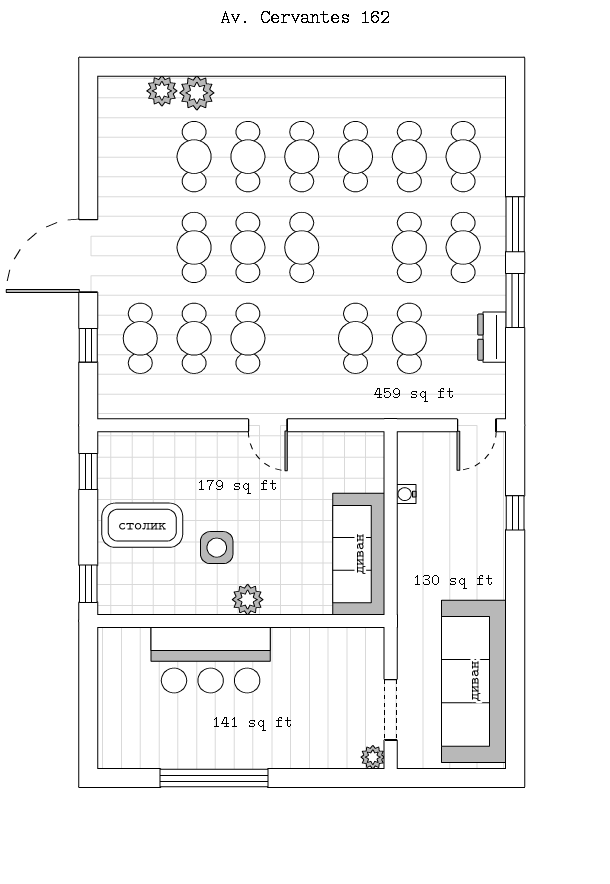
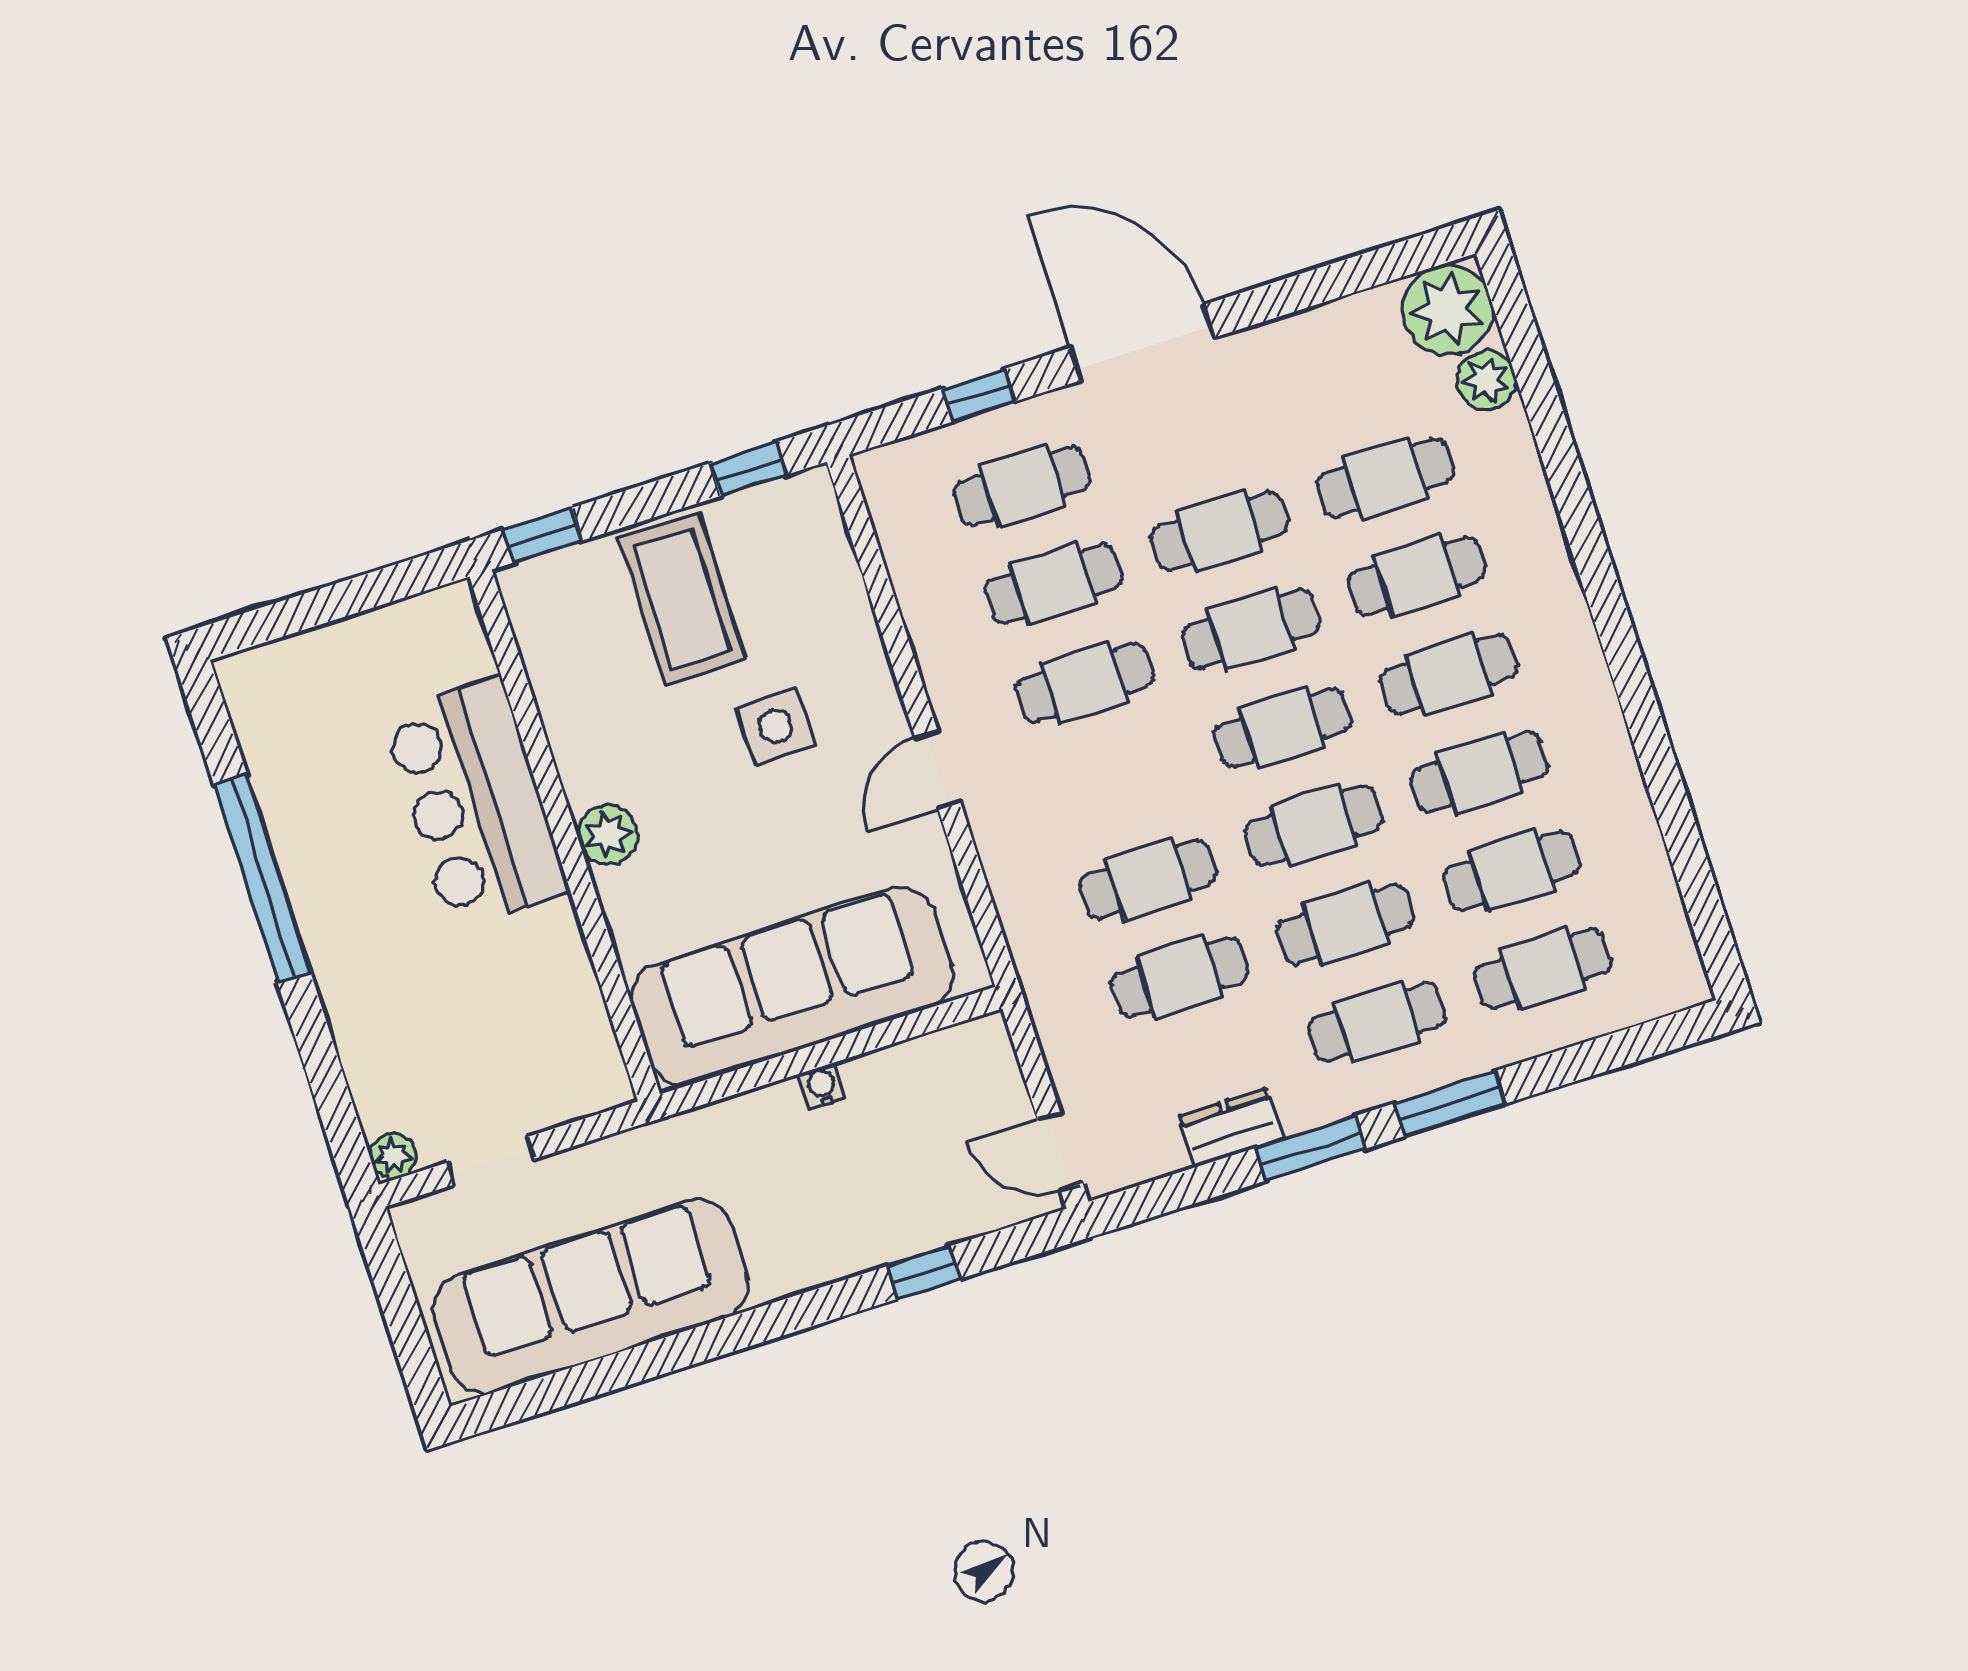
plant: (197, 93) -> (1447, 310), moved, width x1.36, depth x1.36
cafe table: (356, 247) -> (1314, 826), added
water cooler: (406, 494) -> (822, 1086), moved
side table: (217, 548) -> (775, 727), moved
sofa: (359, 554) -> (792, 986), width x1.36, depth x1.27
doorway: (391, 710) -> (491, 1161), width x0.73

